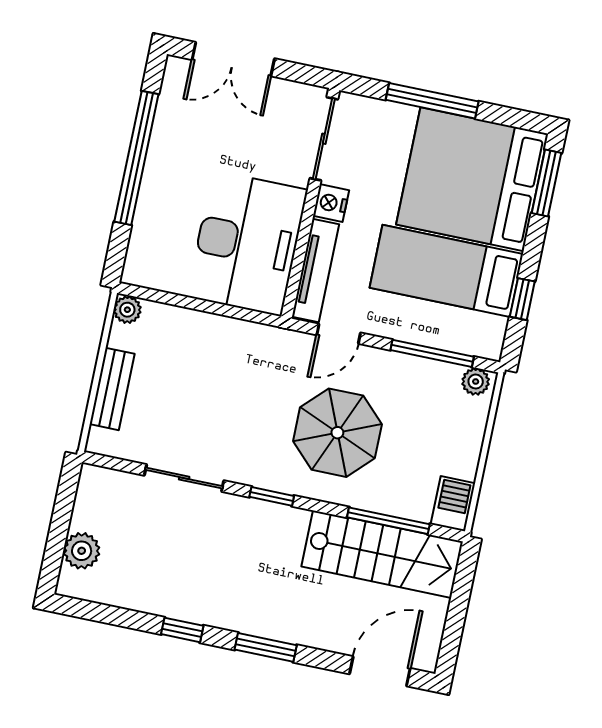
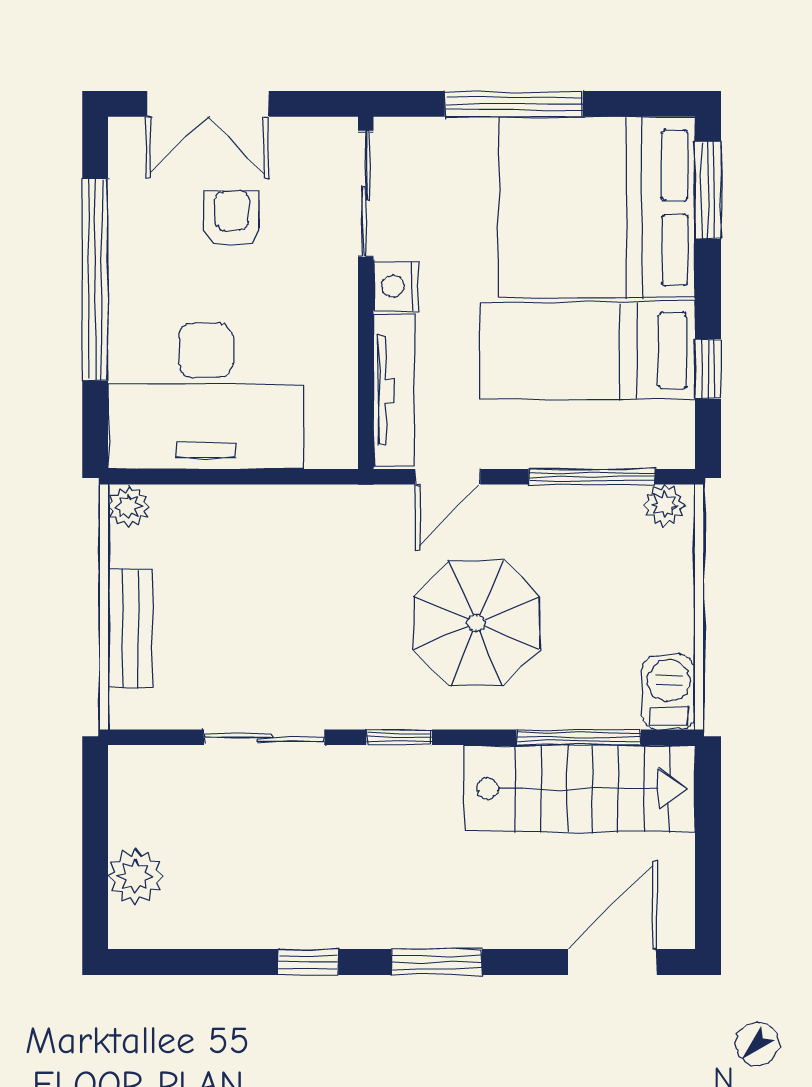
armchair: (234, 137) -> (232, 218), added
desk: (247, 243) -> (206, 396), moved, turned 90

